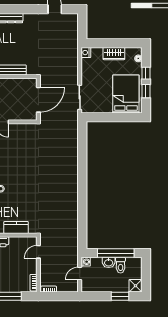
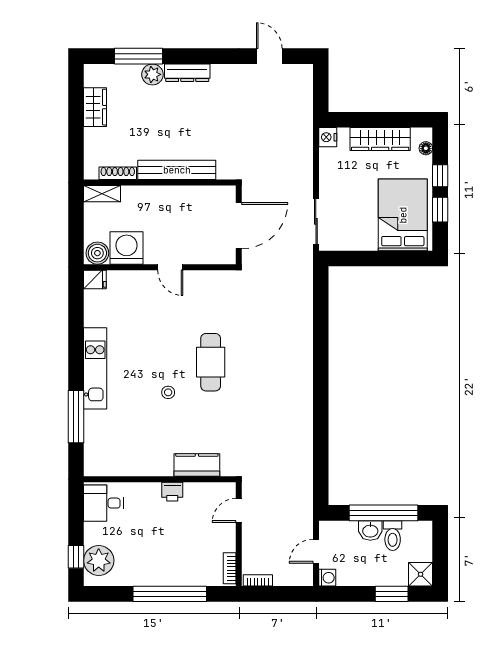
wardrobe: (114, 54) -> (380, 139), width x1.50
cafe table: (23, 173) -> (211, 362), added
washing machine: (86, 262) -> (327, 578), moved

